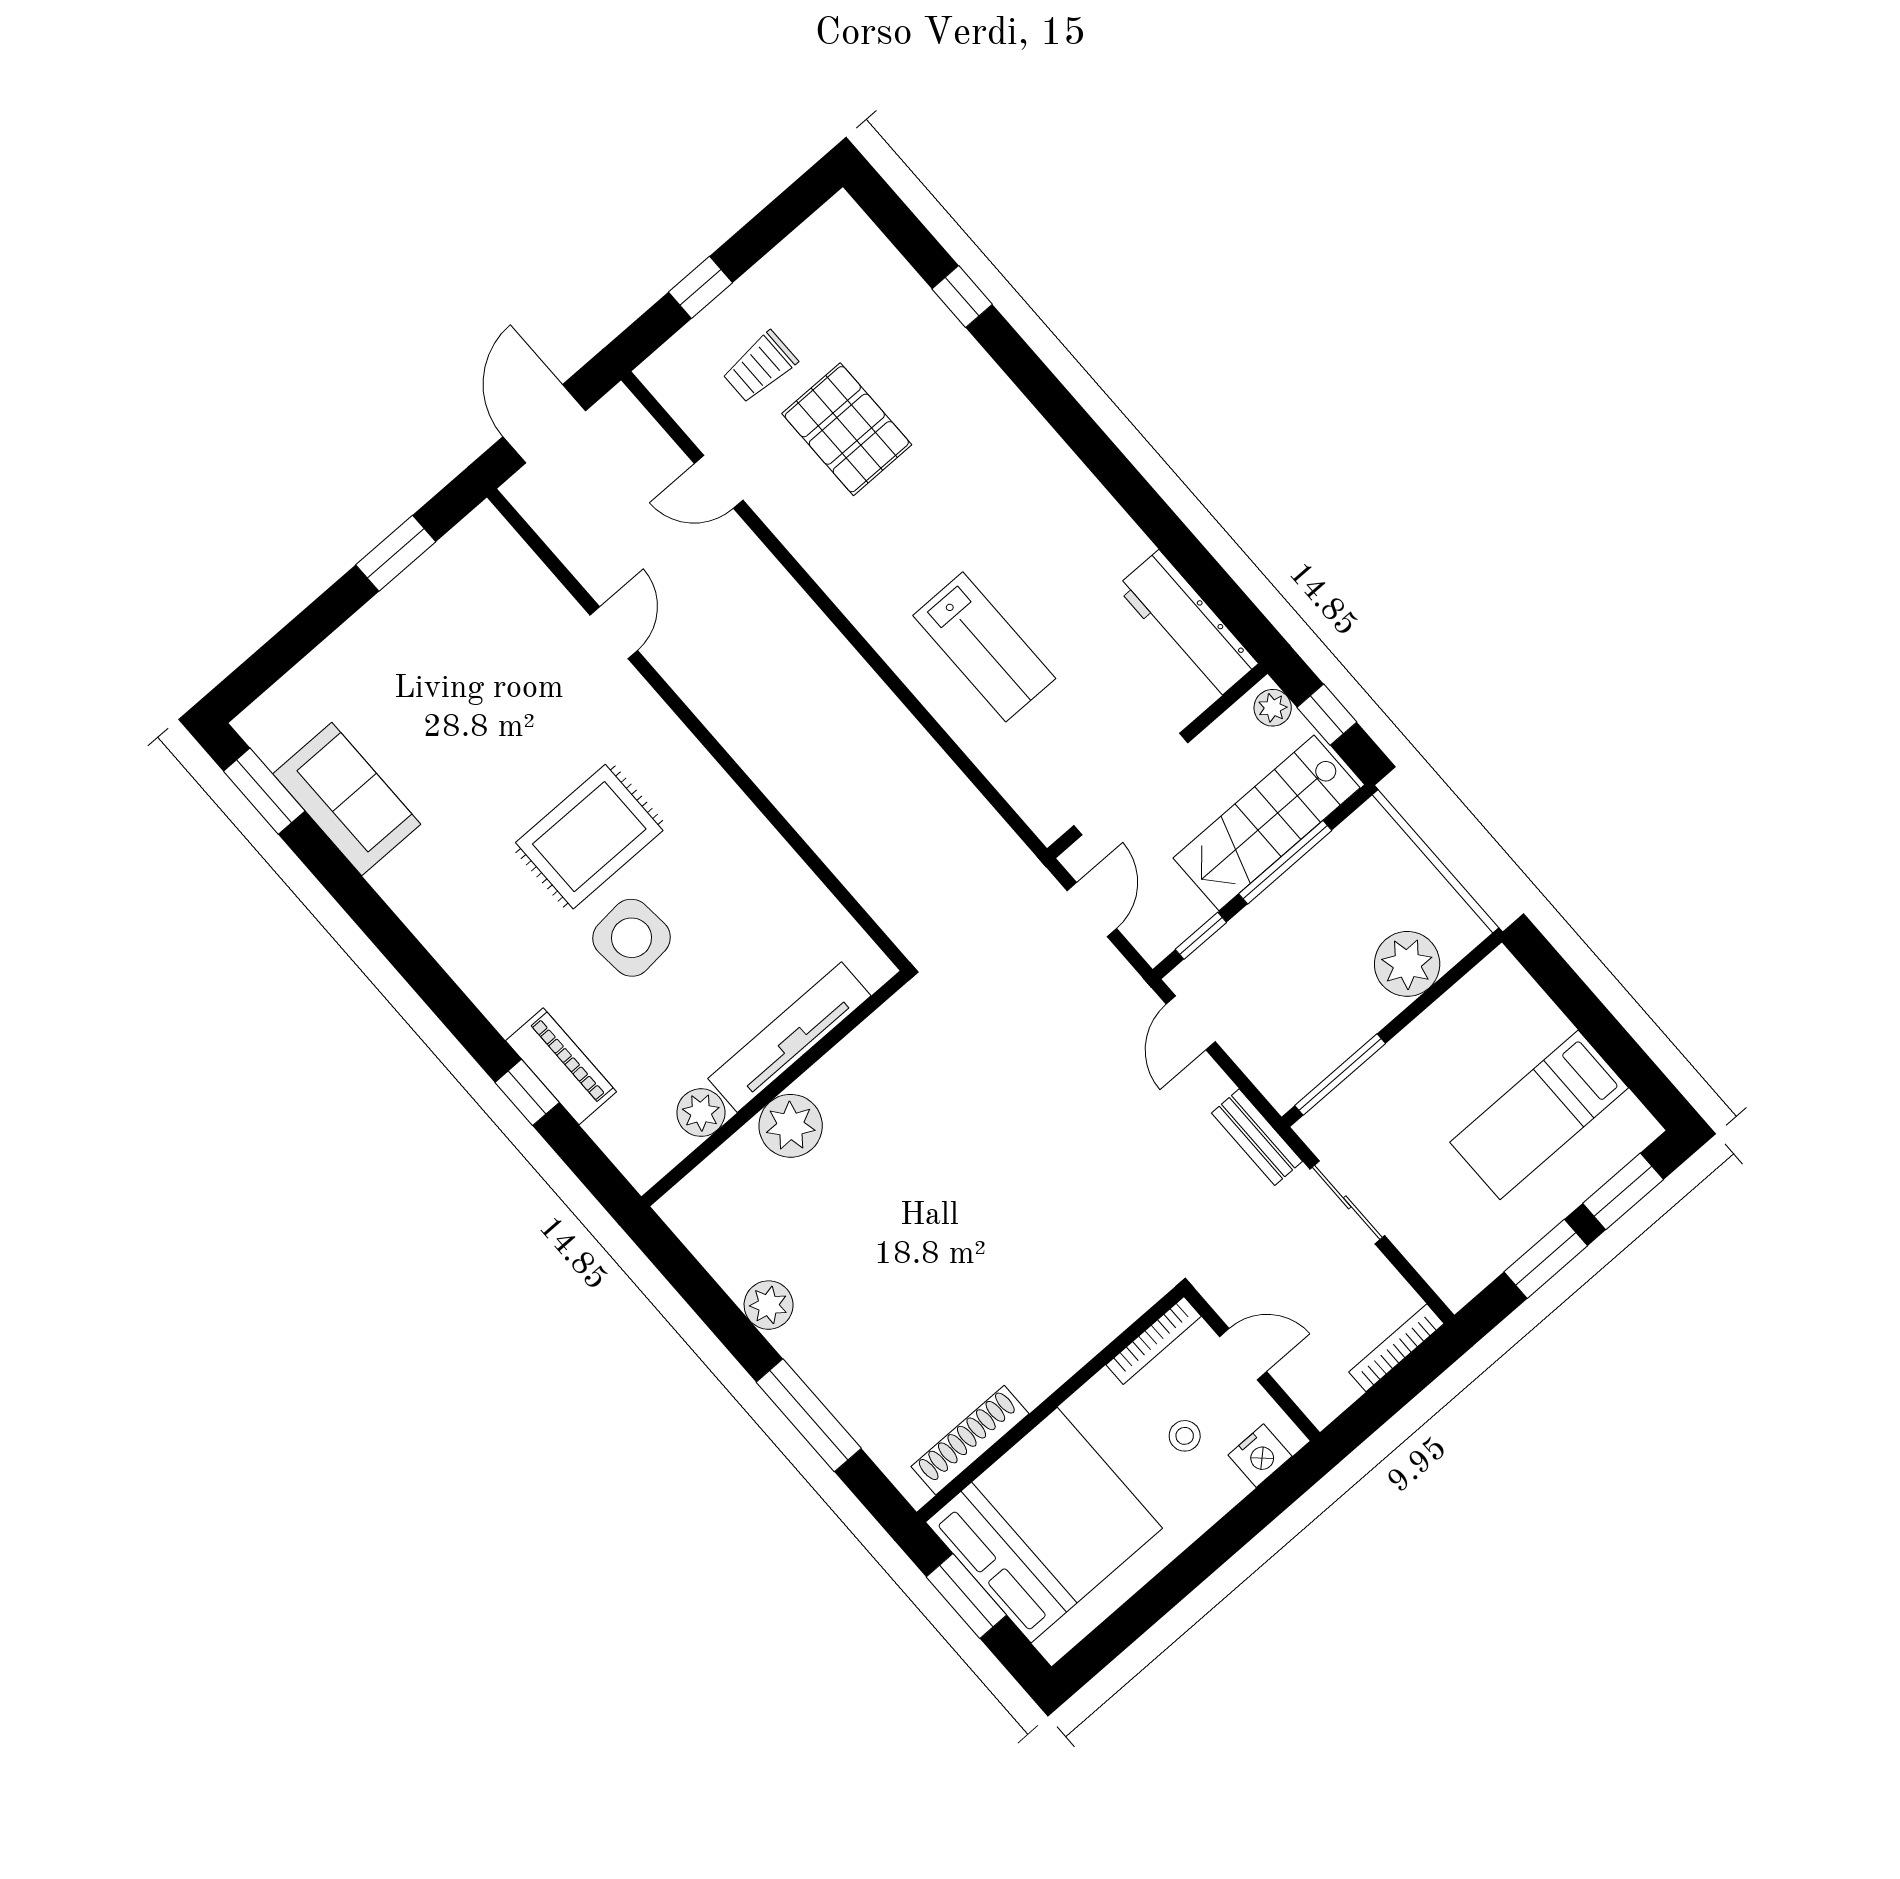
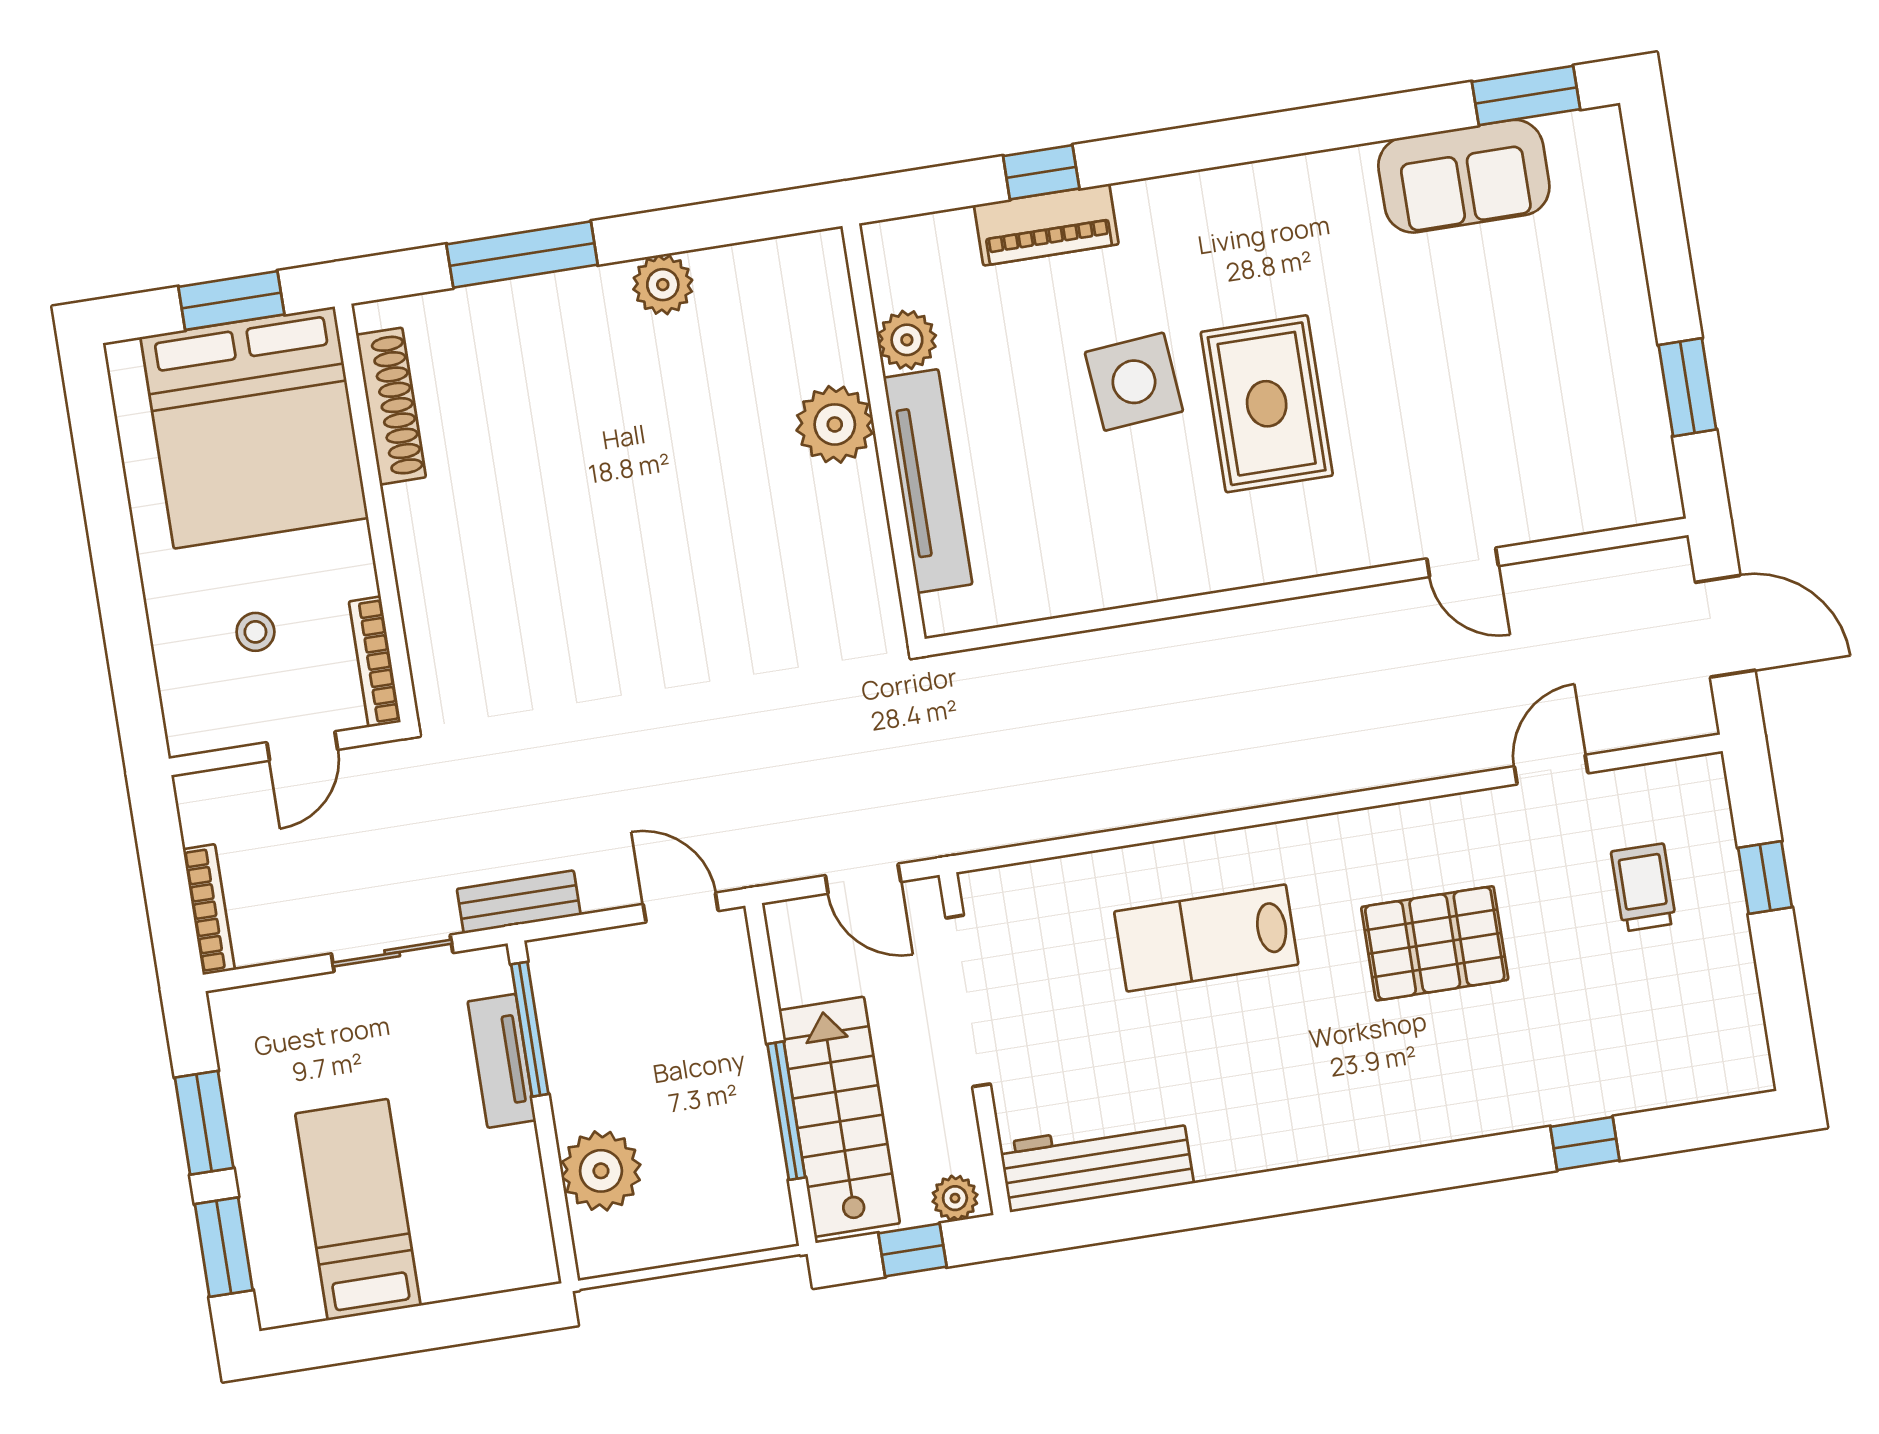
pallet: (847, 429) -> (1435, 943), moved
window: (1201, 936) -> (765, 975), removed
tv unit: (1374, 1080) -> (502, 1061), added
nightstand: (1260, 1456) -> (186, 697), removed

